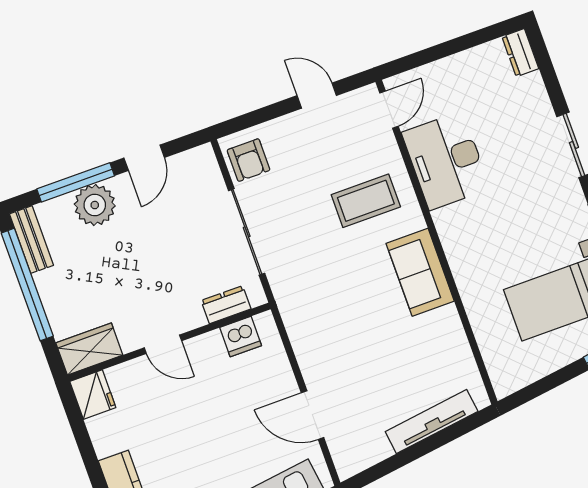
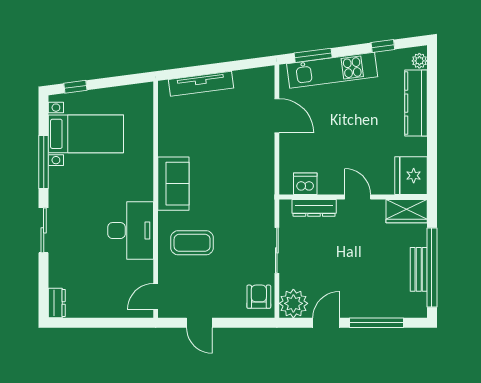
desk: (446, 161) -> (131, 231), moved
plant: (95, 205) -> (293, 303), moved
sliding door: (247, 232) -> (277, 250), width x0.73
bench: (31, 240) -> (419, 269), moved
dresser: (226, 305) -> (314, 208), width x1.44
fridge: (93, 395) -> (411, 176), width x1.36, depth x1.34

